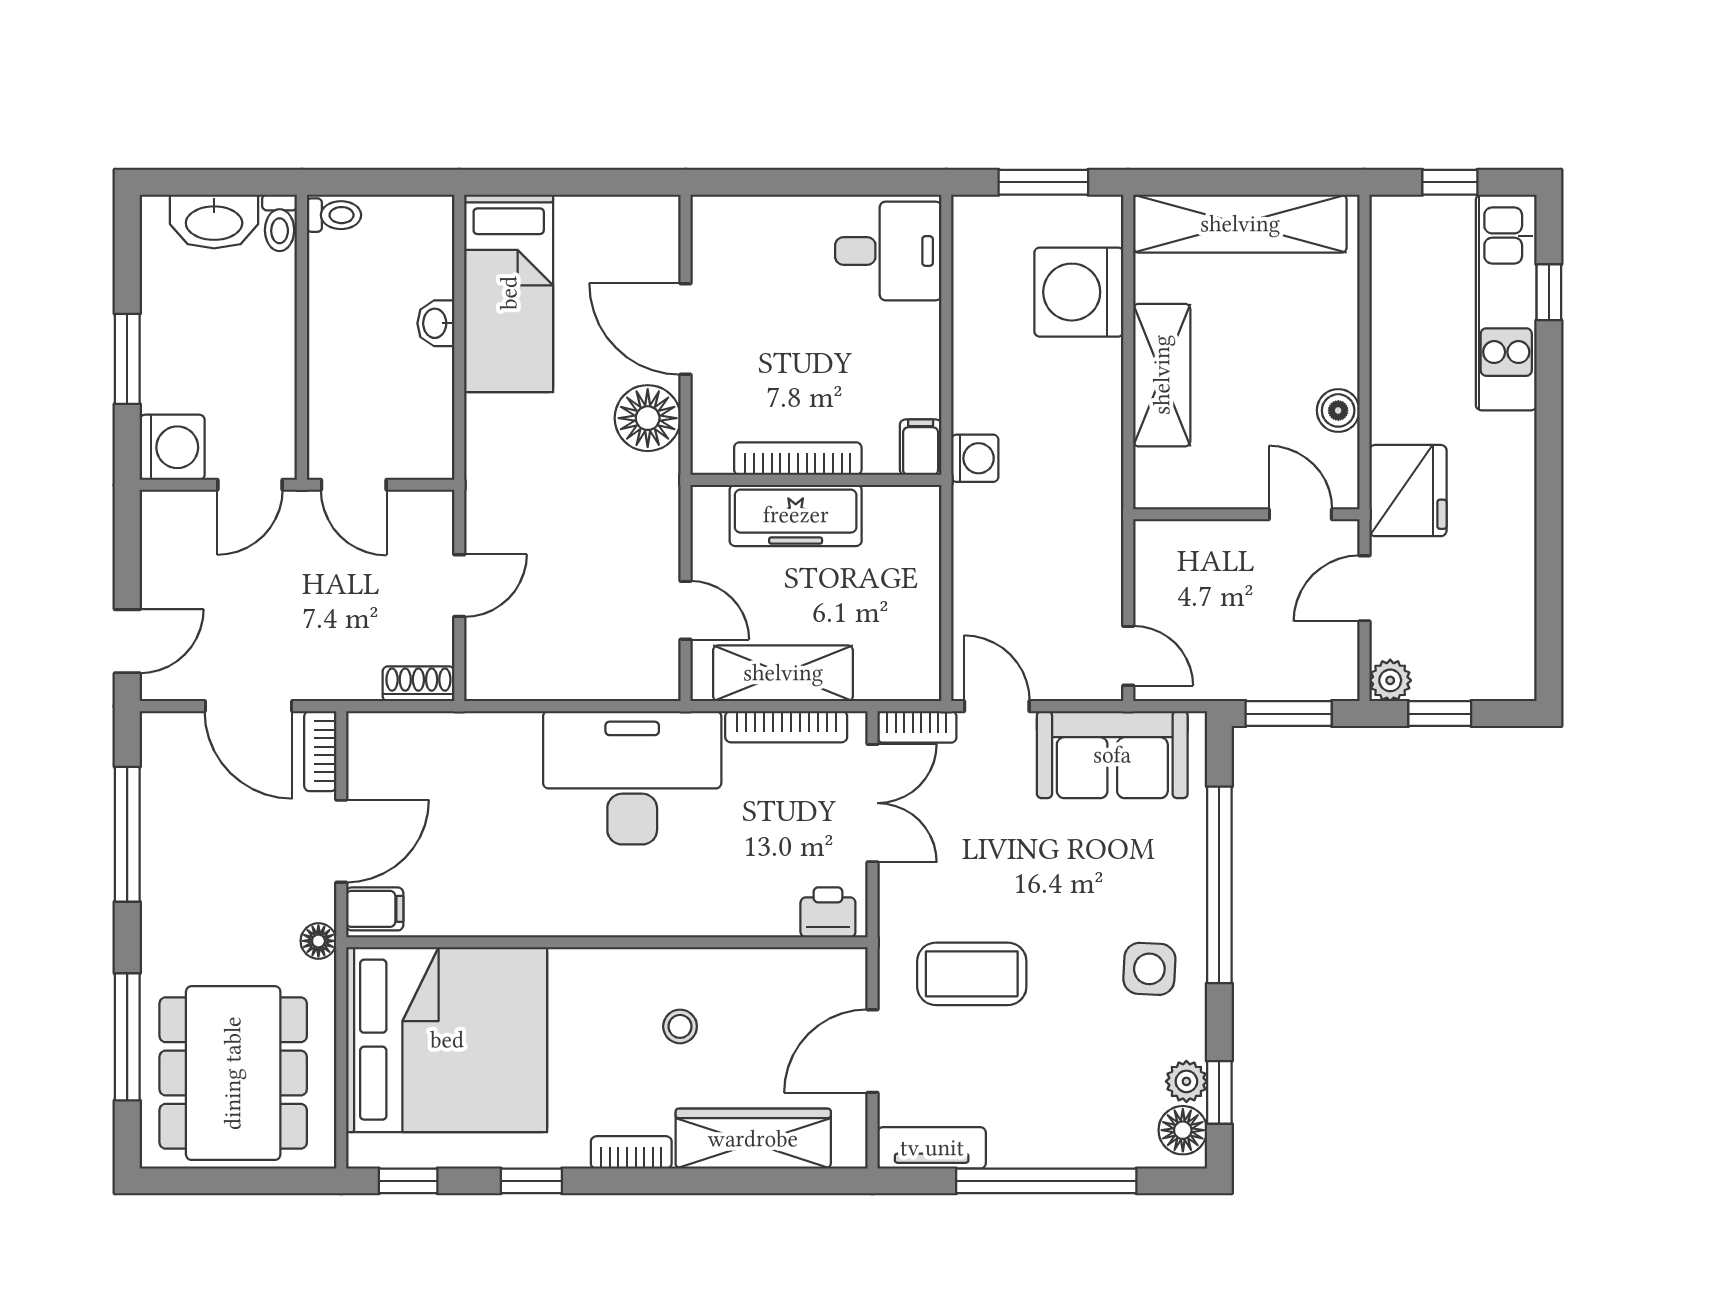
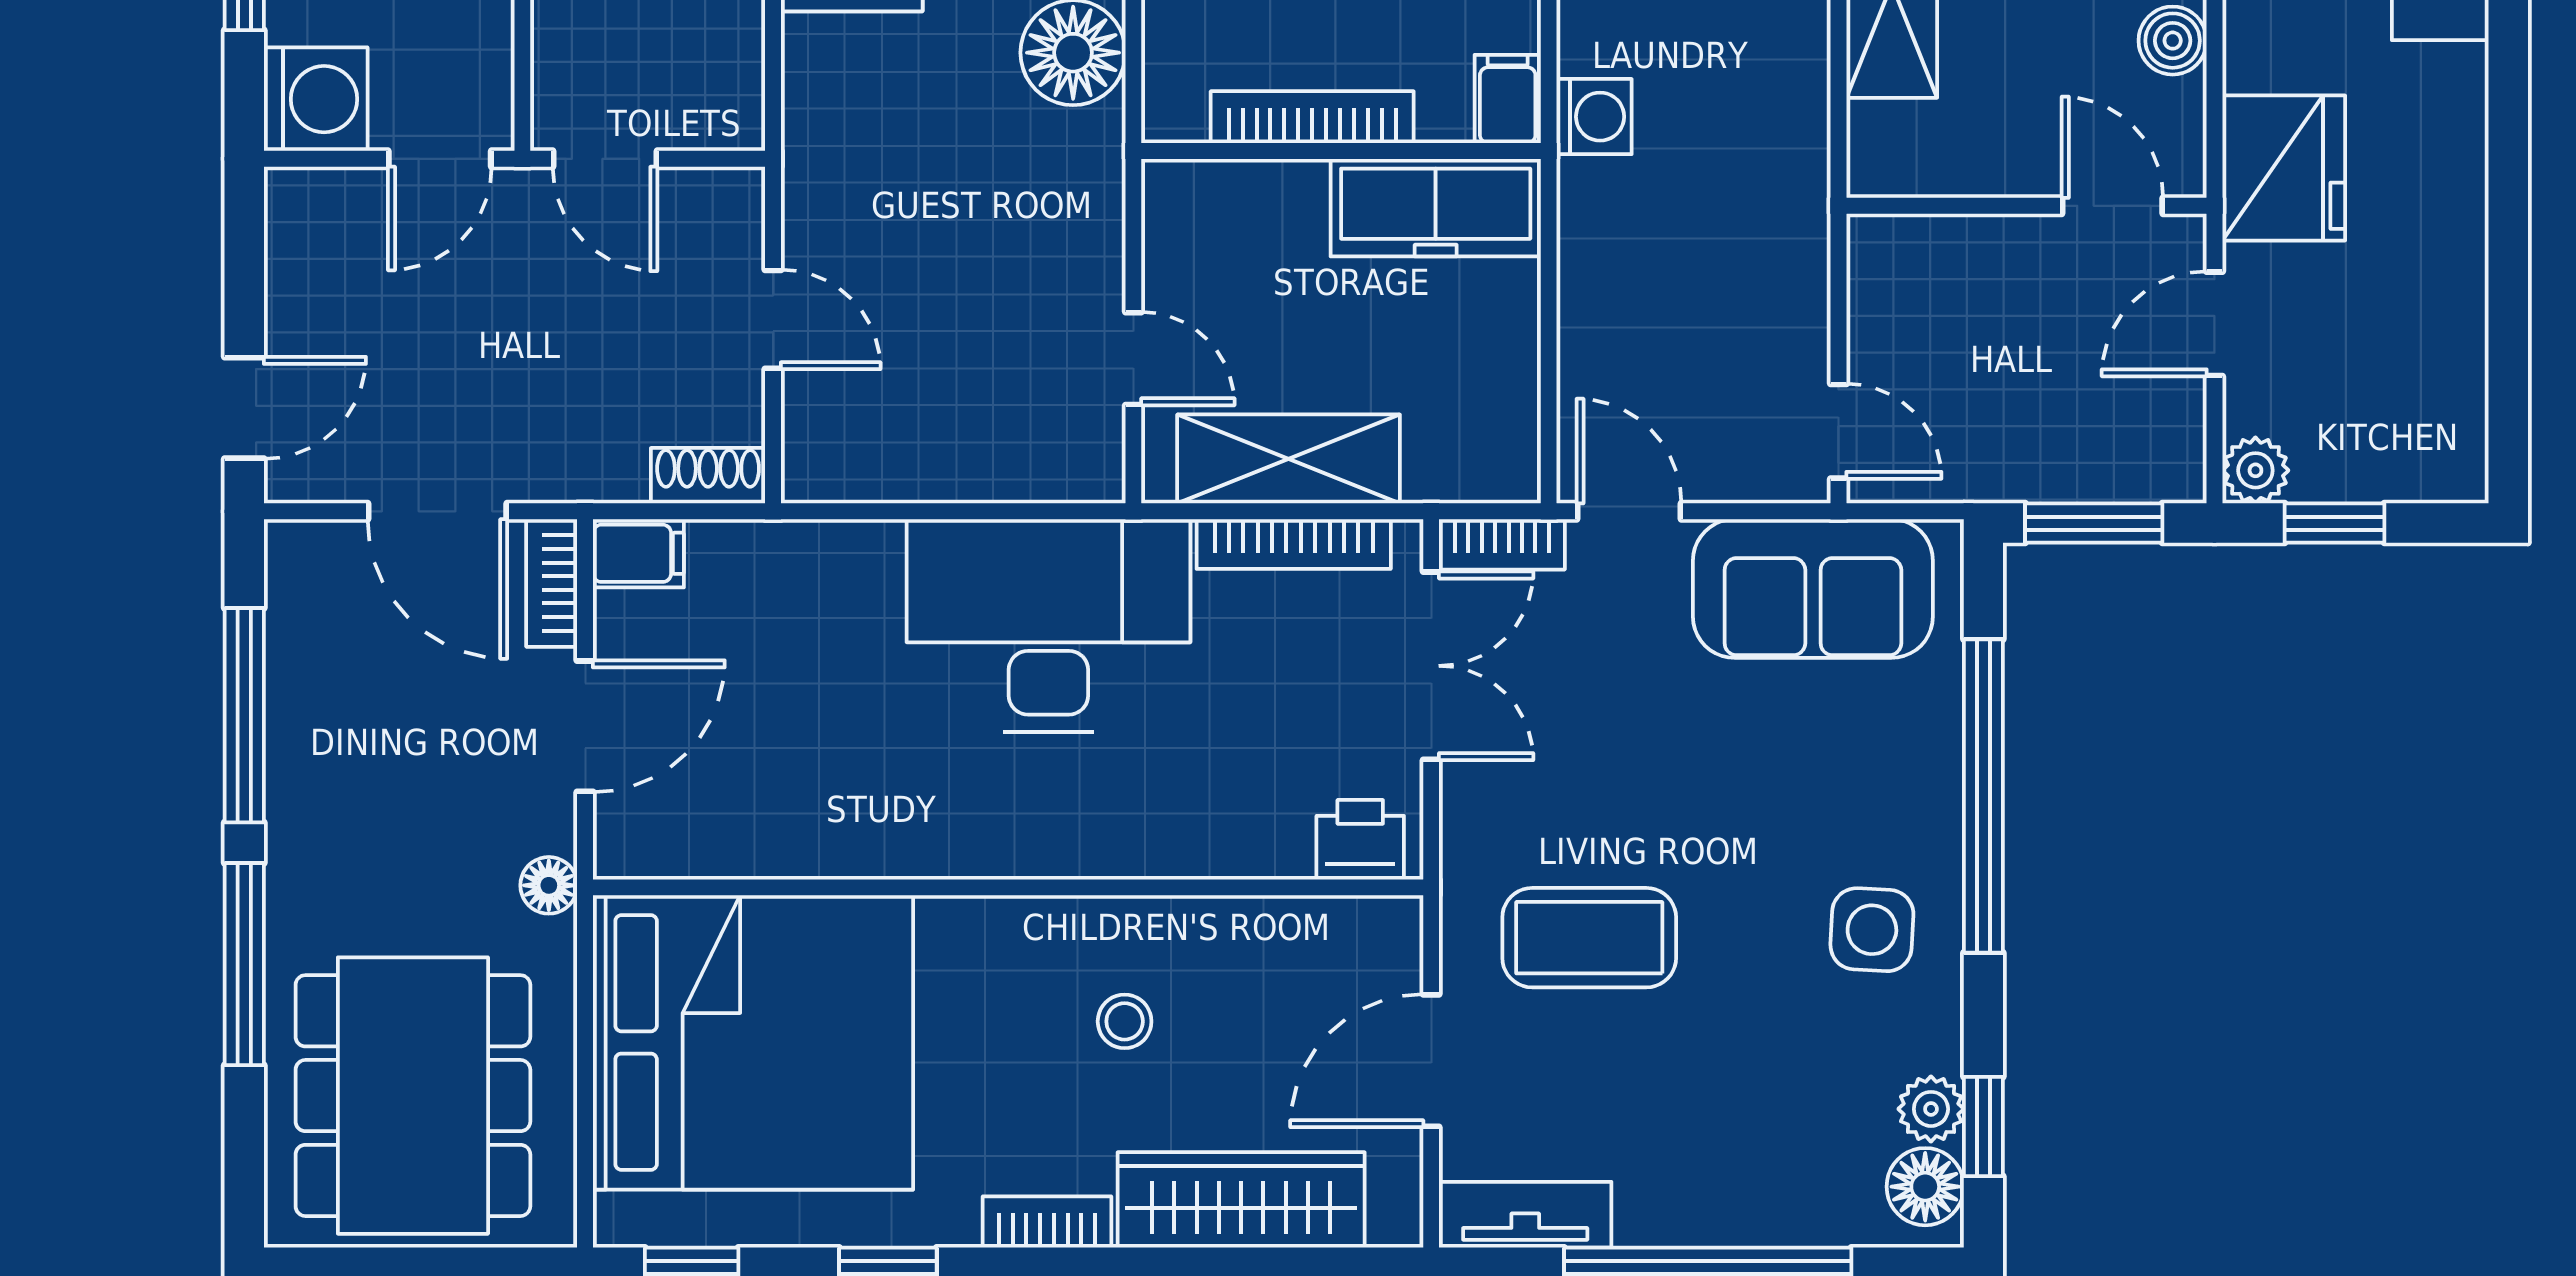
freezer: (796, 515) -> (1436, 208), moved
door: (459, 586) -> (773, 319), hinge flipped
filing cabinet: (375, 909) -> (638, 553), moved
window: (127, 1037) -> (244, 964), moved

